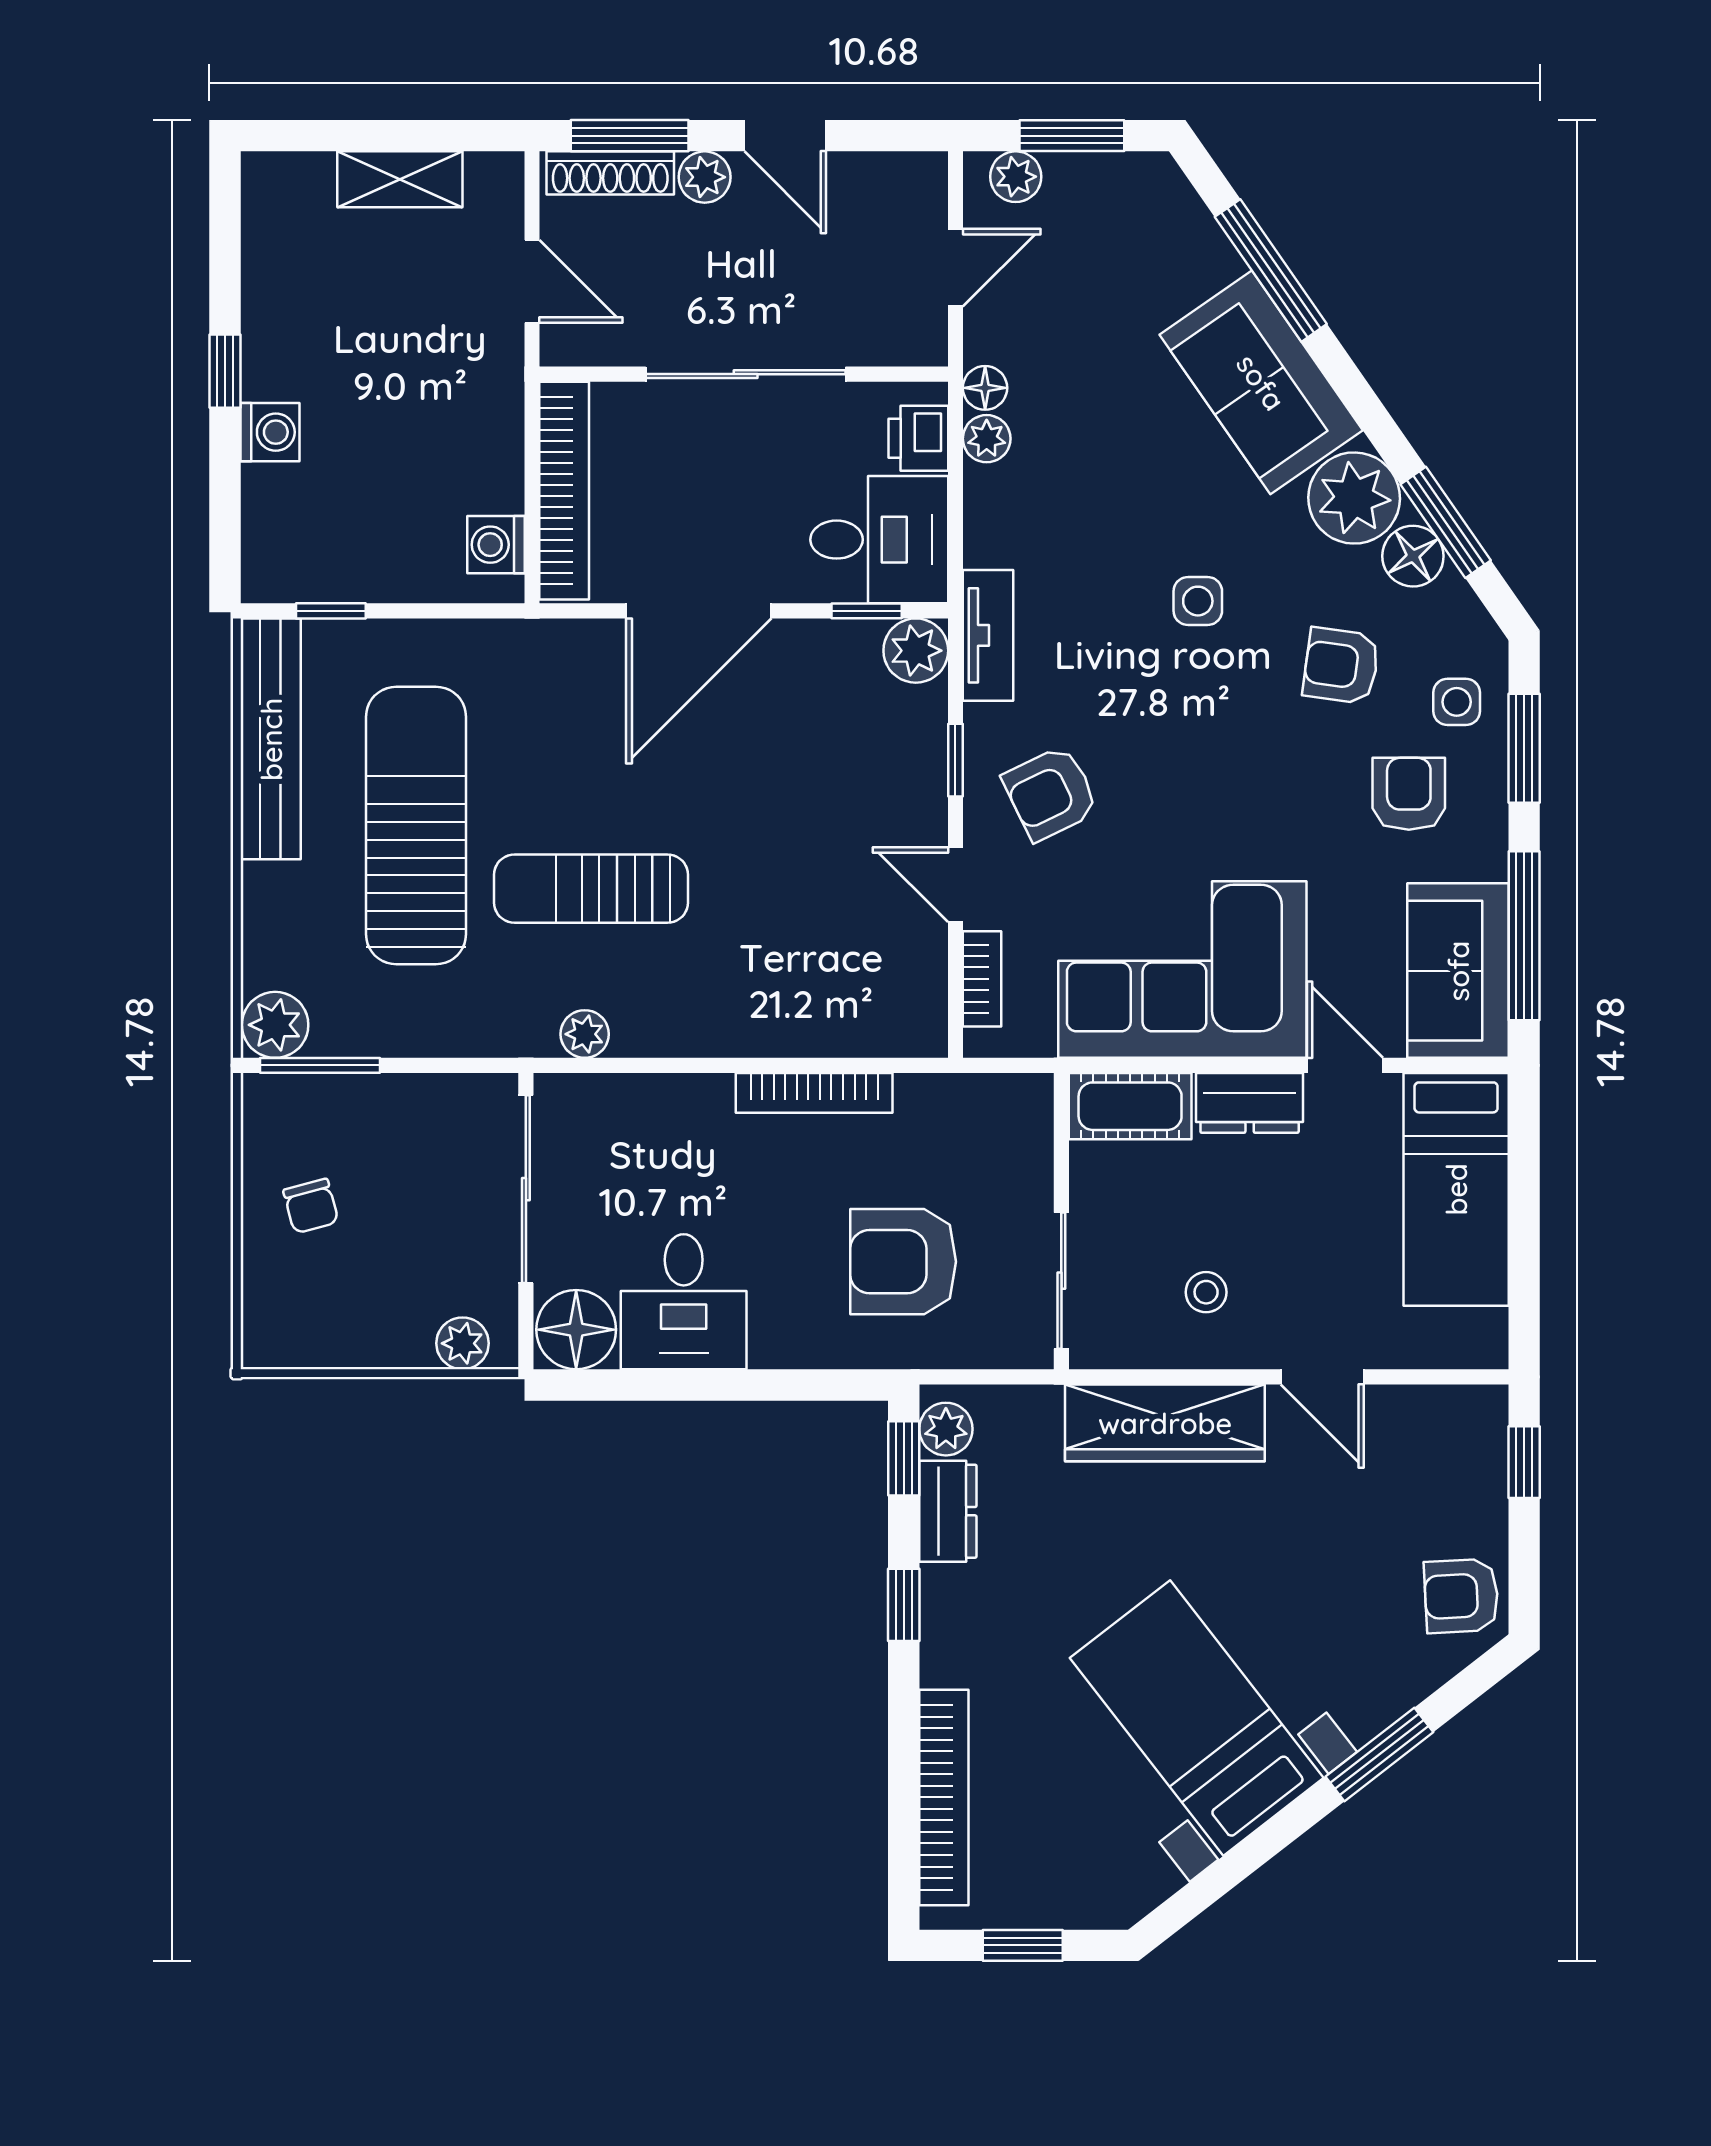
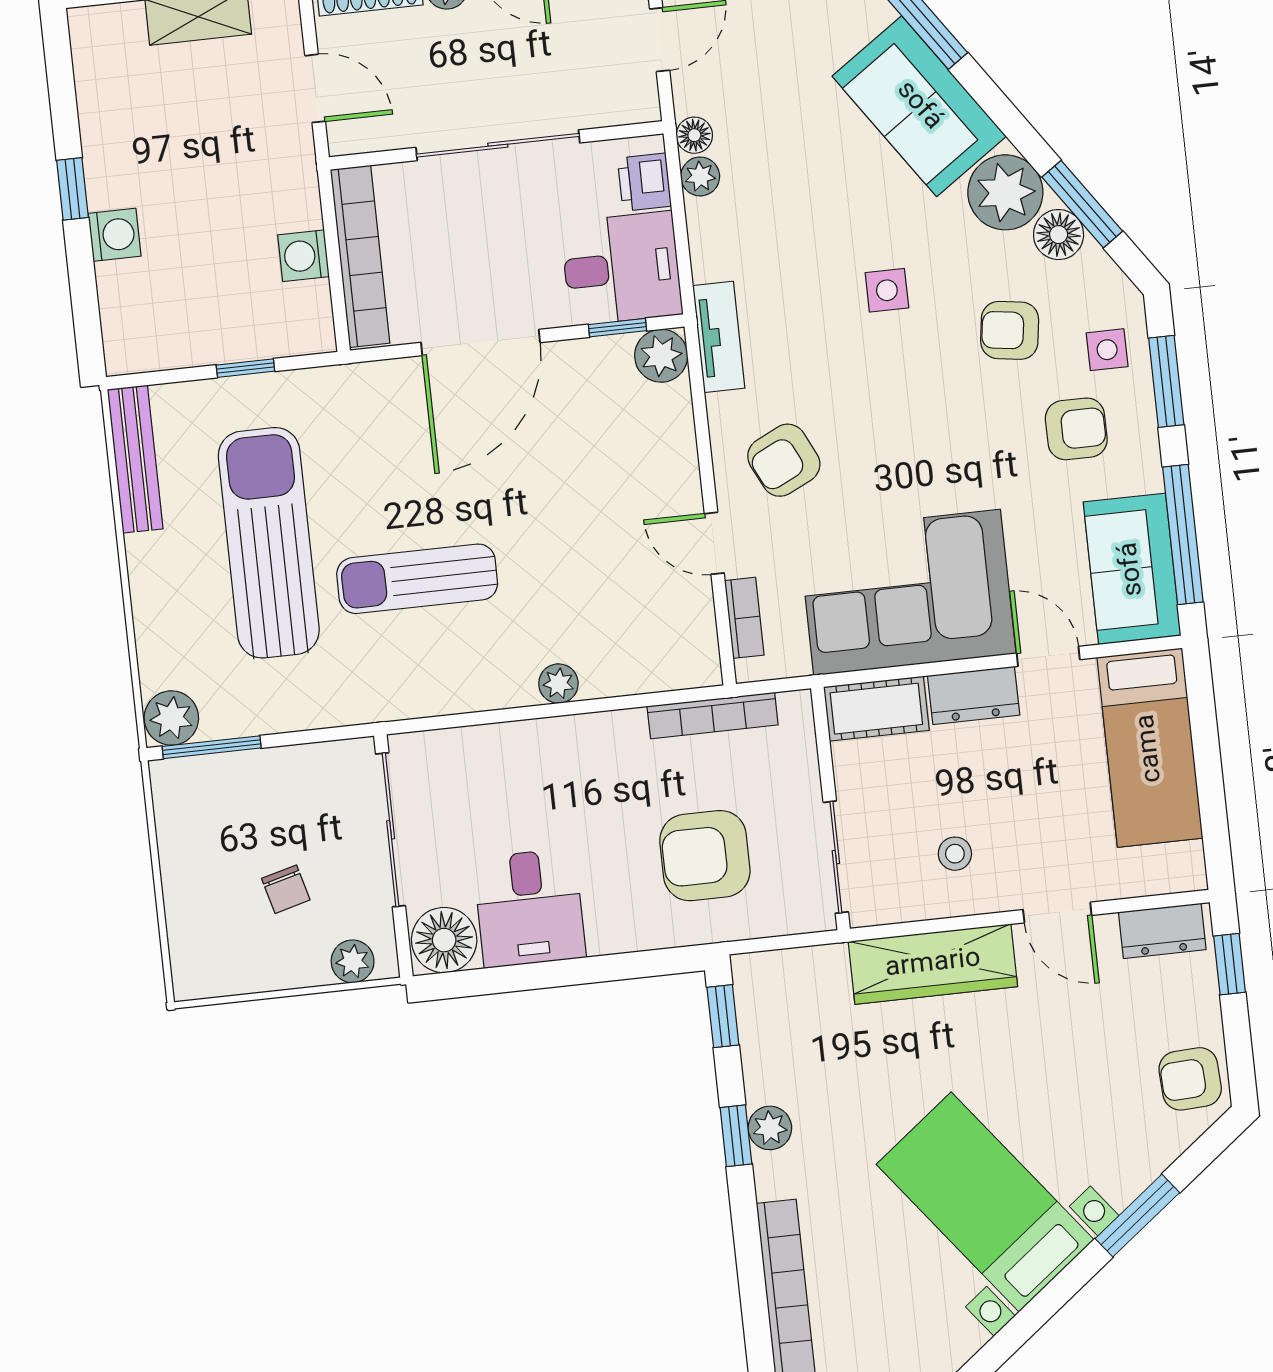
washing machine: (496, 545) -> (303, 256), moved
window: (331, 611) -> (245, 368), moved
bench: (271, 739) -> (135, 459), width x0.73, depth x0.82
window: (955, 760) -> (703, 442), removed
armchair: (1409, 794) -> (1076, 429), turned 90
plant: (585, 1034) -> (558, 684), moved
bookcase: (814, 1093) -> (713, 715), moved
chair: (311, 1206) -> (286, 889), moved
plant: (946, 1429) -> (770, 1128), moved
dresser: (948, 1511) -> (1162, 931), moved, turned 90

